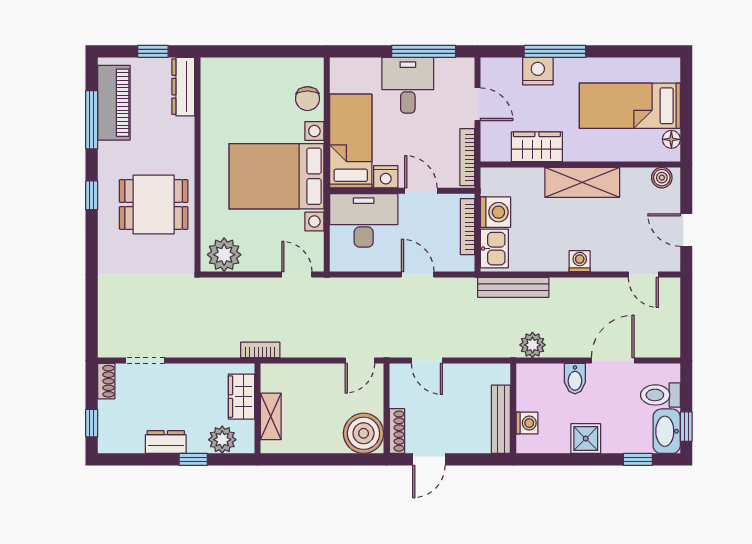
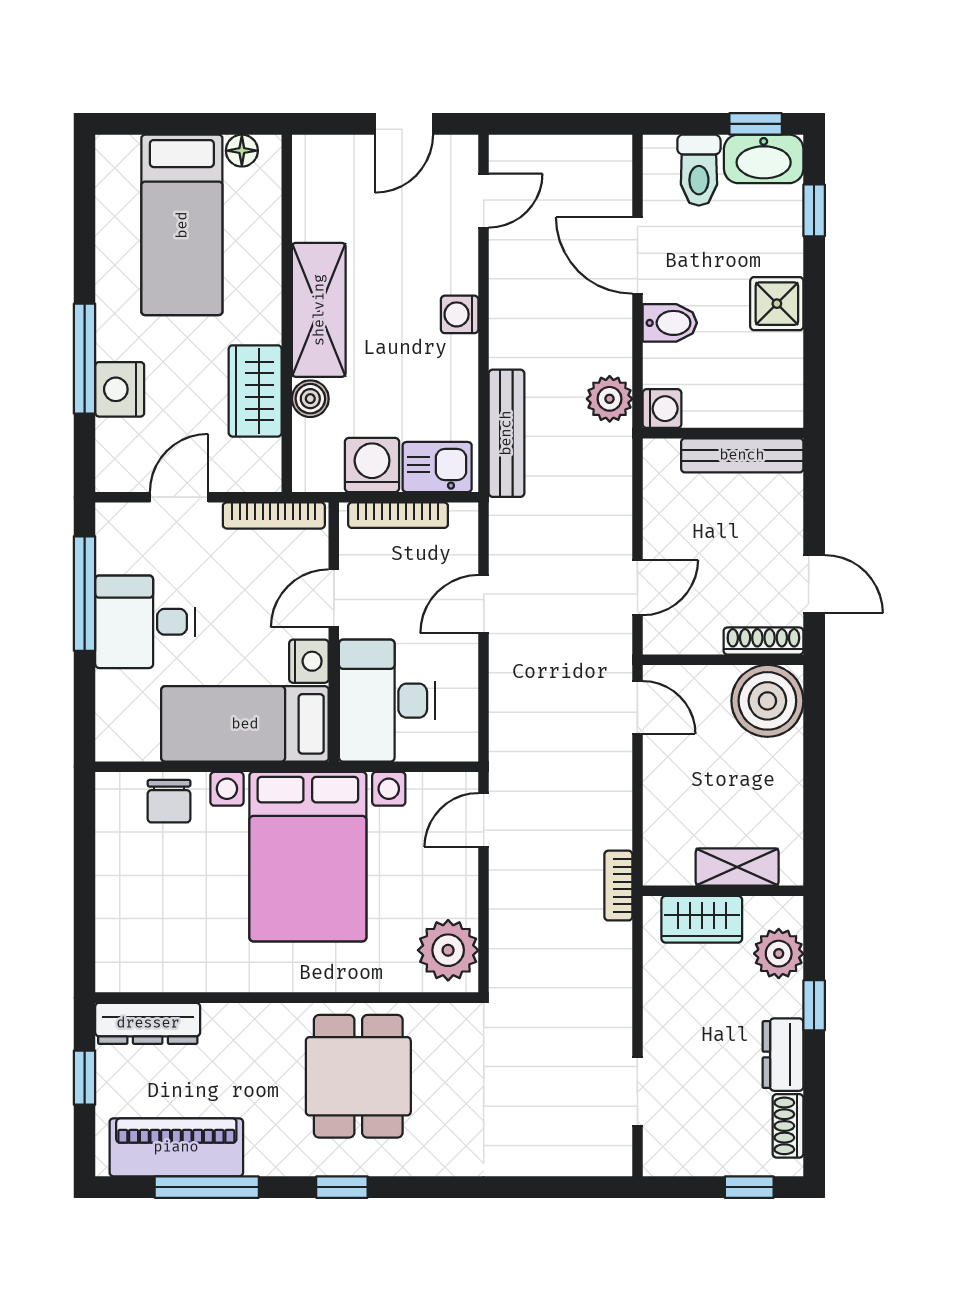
chair: (307, 99) -> (169, 801), turned 90
boiler: (662, 178) -> (310, 399), moved
shoe rack: (106, 381) -> (788, 1126), moved, turned -90
washing machine: (527, 423) -> (662, 409), moved, turned 90

